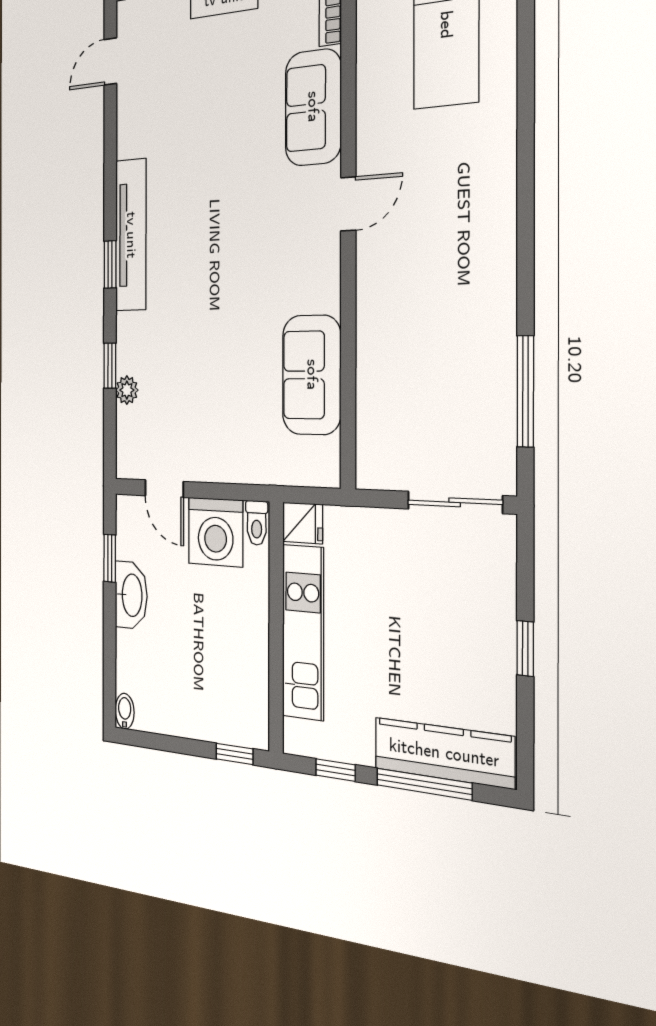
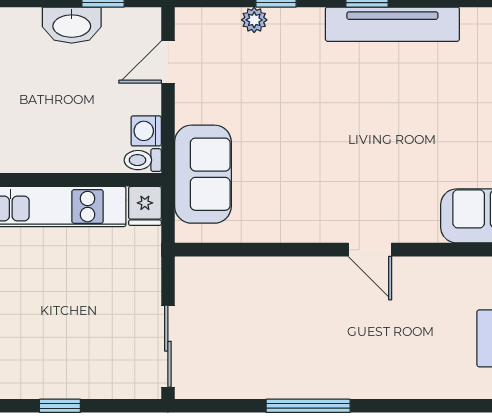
door: (348, 204) -> (370, 250), moved
sofa: (312, 375) -> (203, 174), moved, turned 90
window: (525, 391) -> (308, 406), moved
washing machine: (216, 532) -> (146, 131), width x0.53, depth x0.53

